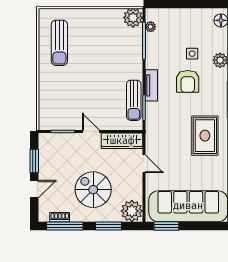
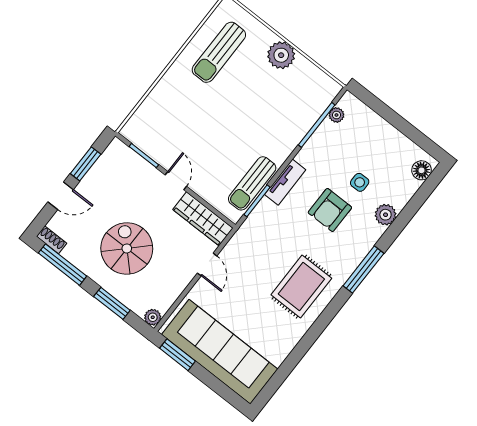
plant: (133, 18) -> (281, 55), moved
plant: (132, 211) -> (153, 317), width x0.53, depth x0.53
shoe rack: (60, 217) -> (52, 240), moved

